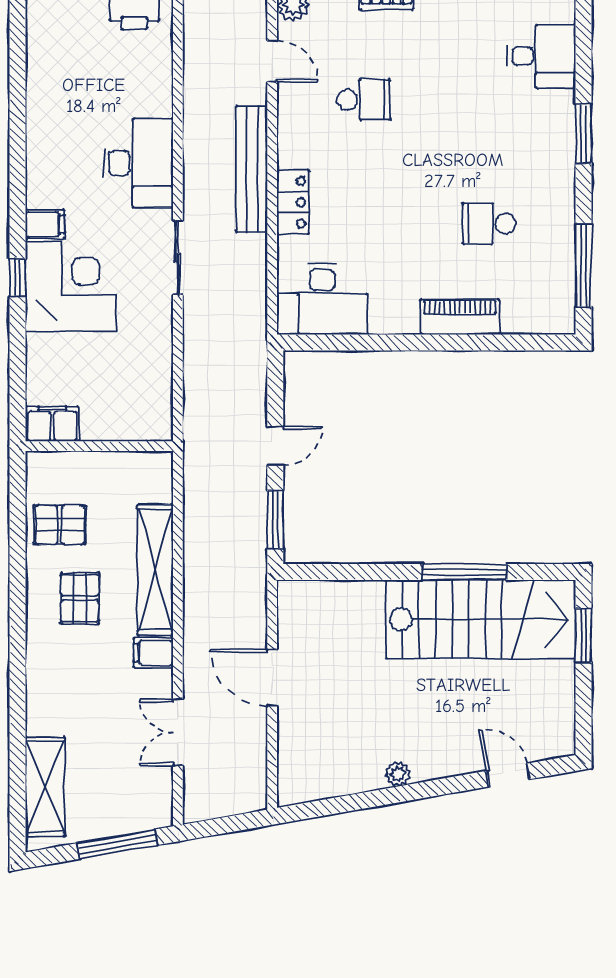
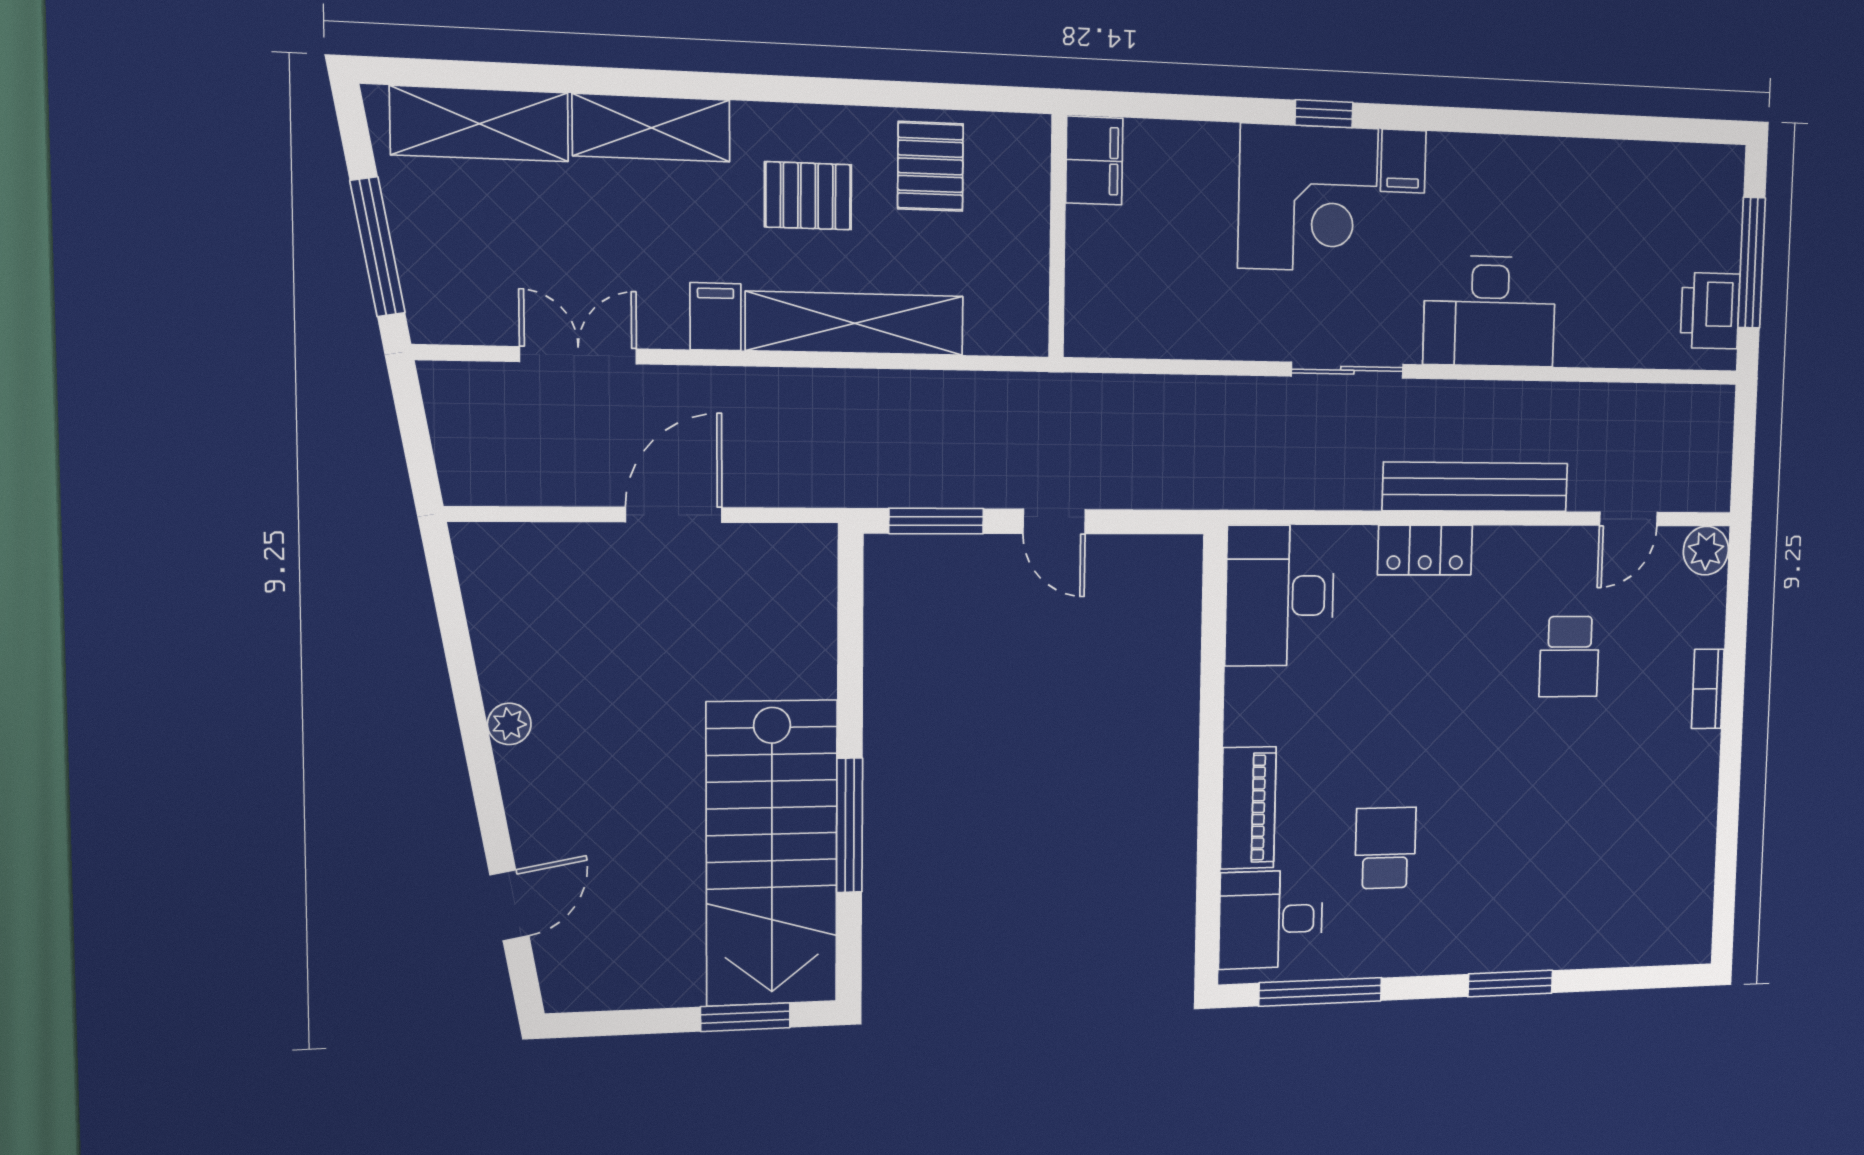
desk: (541, 56) -> (1271, 919), moved, turned 90
shelving: (43, 690) -> (651, 128), added

